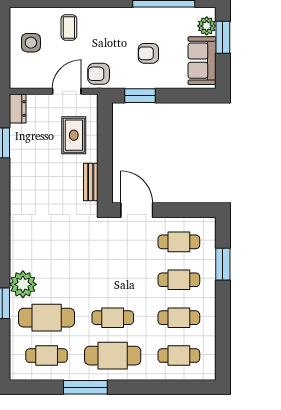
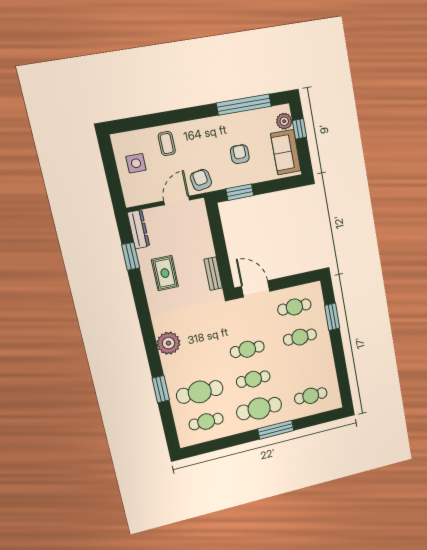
window: (223, 37) -> (299, 129), width x0.67
armchair: (148, 53) -> (240, 154), turned 90
armchair: (99, 74) -> (201, 180), turned 80
dresser: (18, 109) -> (138, 229), width x1.44
rug: (74, 135) -> (165, 273), moved
plant: (23, 284) -> (168, 343), moved
cafe table: (179, 318) -> (247, 349), moved
window: (85, 387) -> (276, 430), moved

